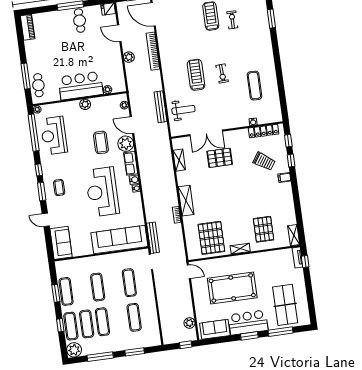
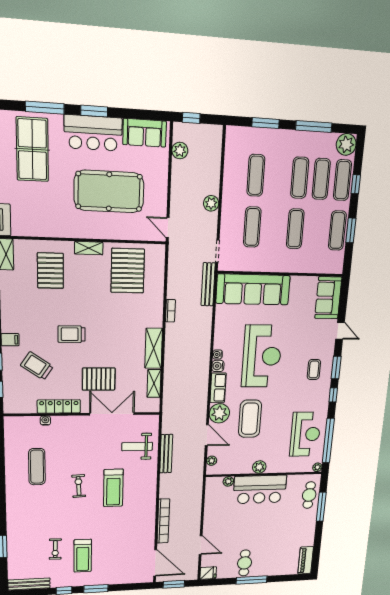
plant: (129, 57) -> (211, 203), moved
locker: (264, 131) -> (59, 406), moved
coffee table: (101, 142) -> (250, 419), width x1.36, depth x1.32
trolley: (243, 188) -> (72, 334), added
shelving: (186, 201) -> (154, 348), moved

